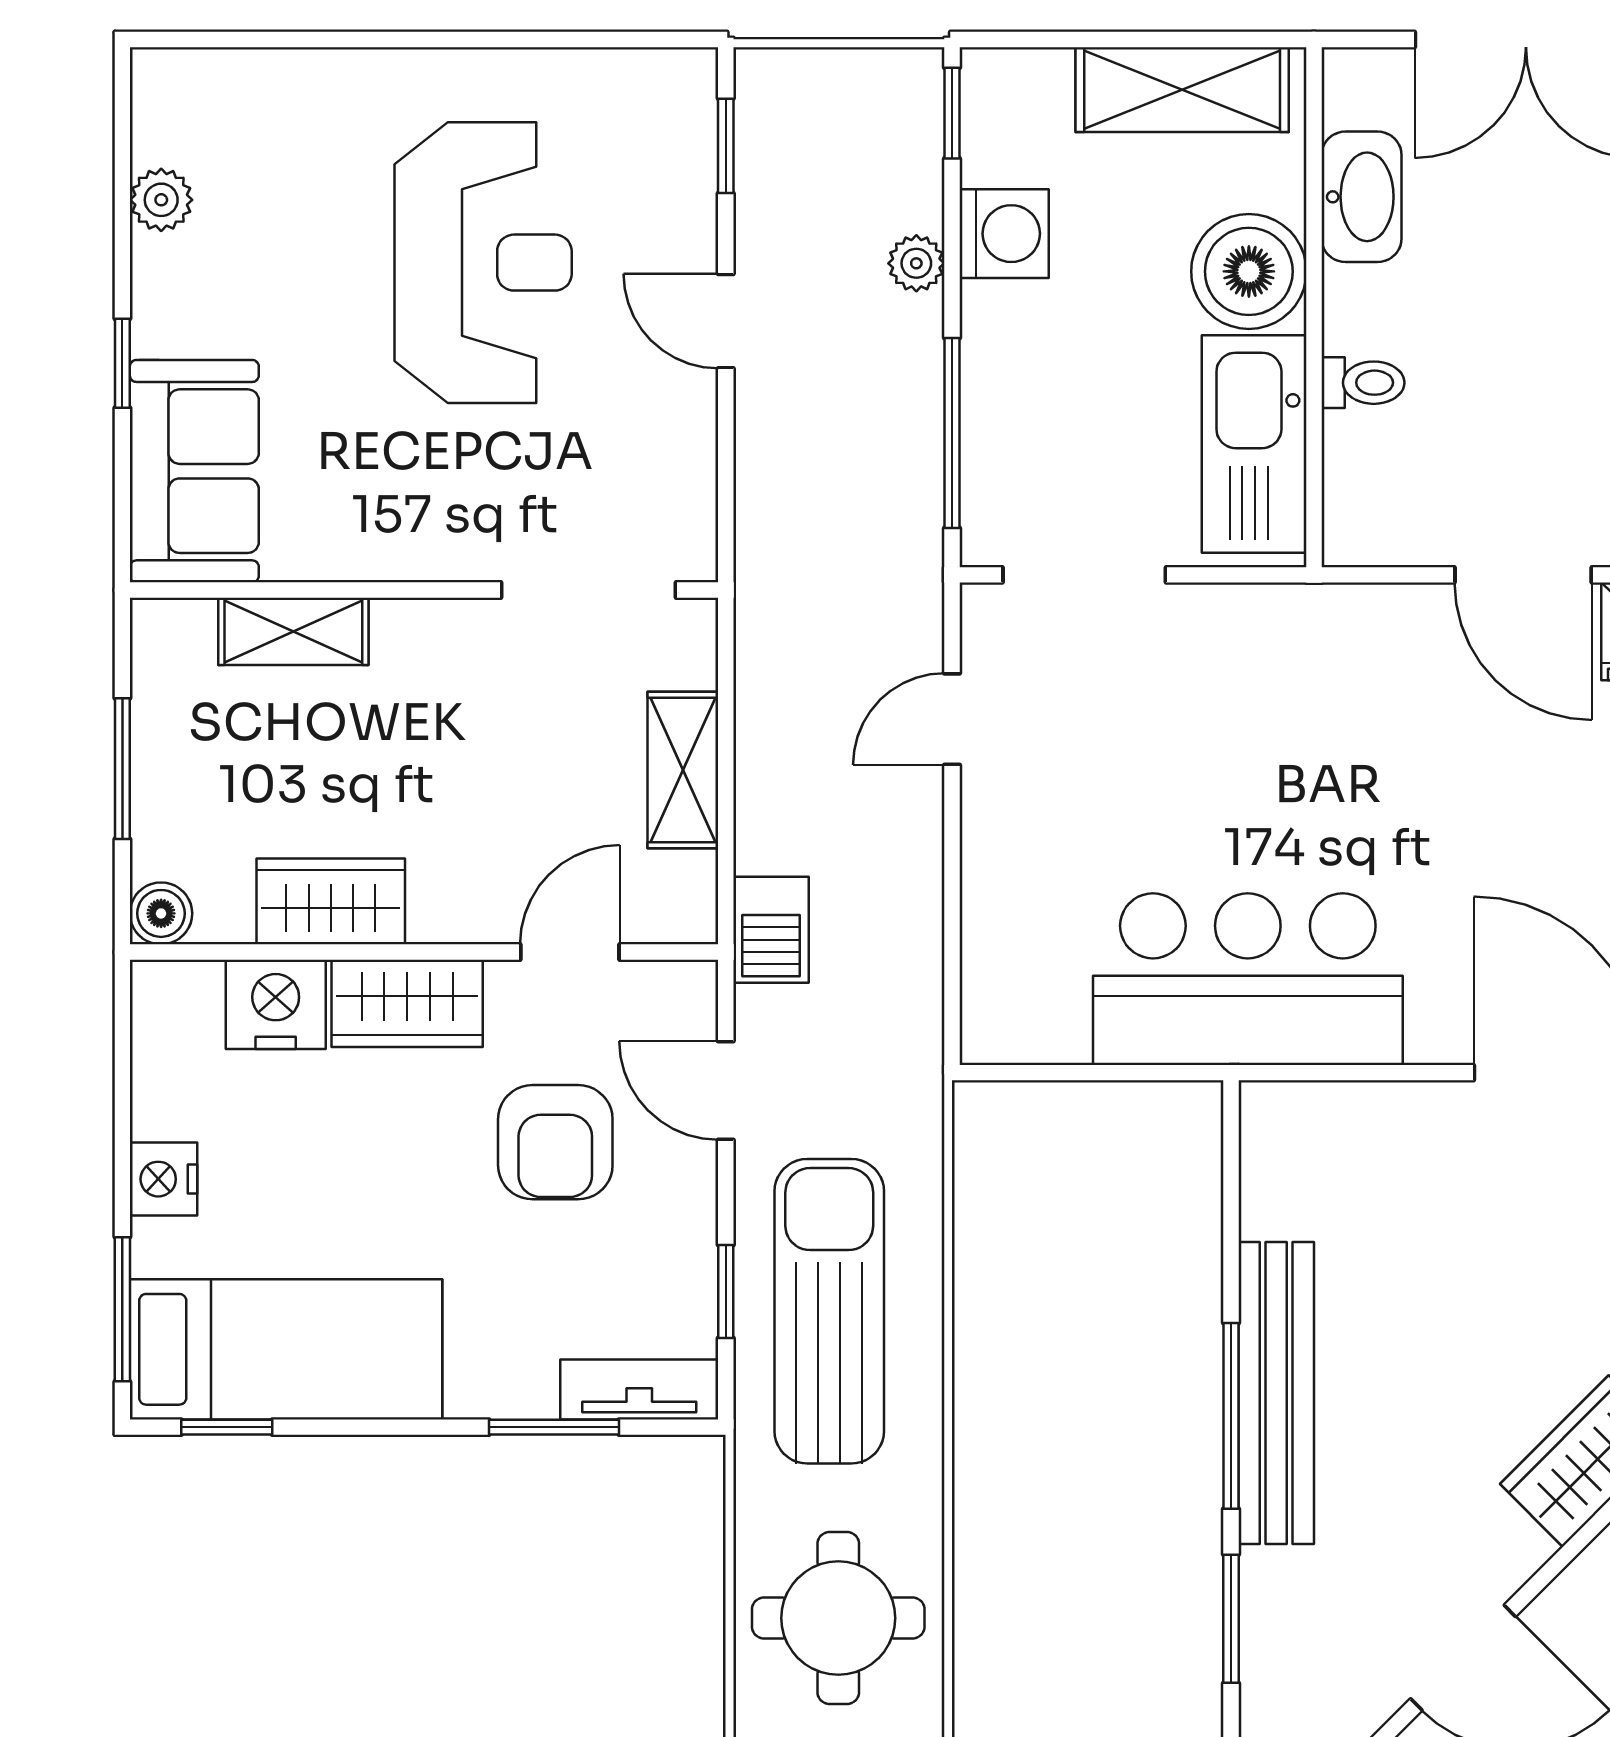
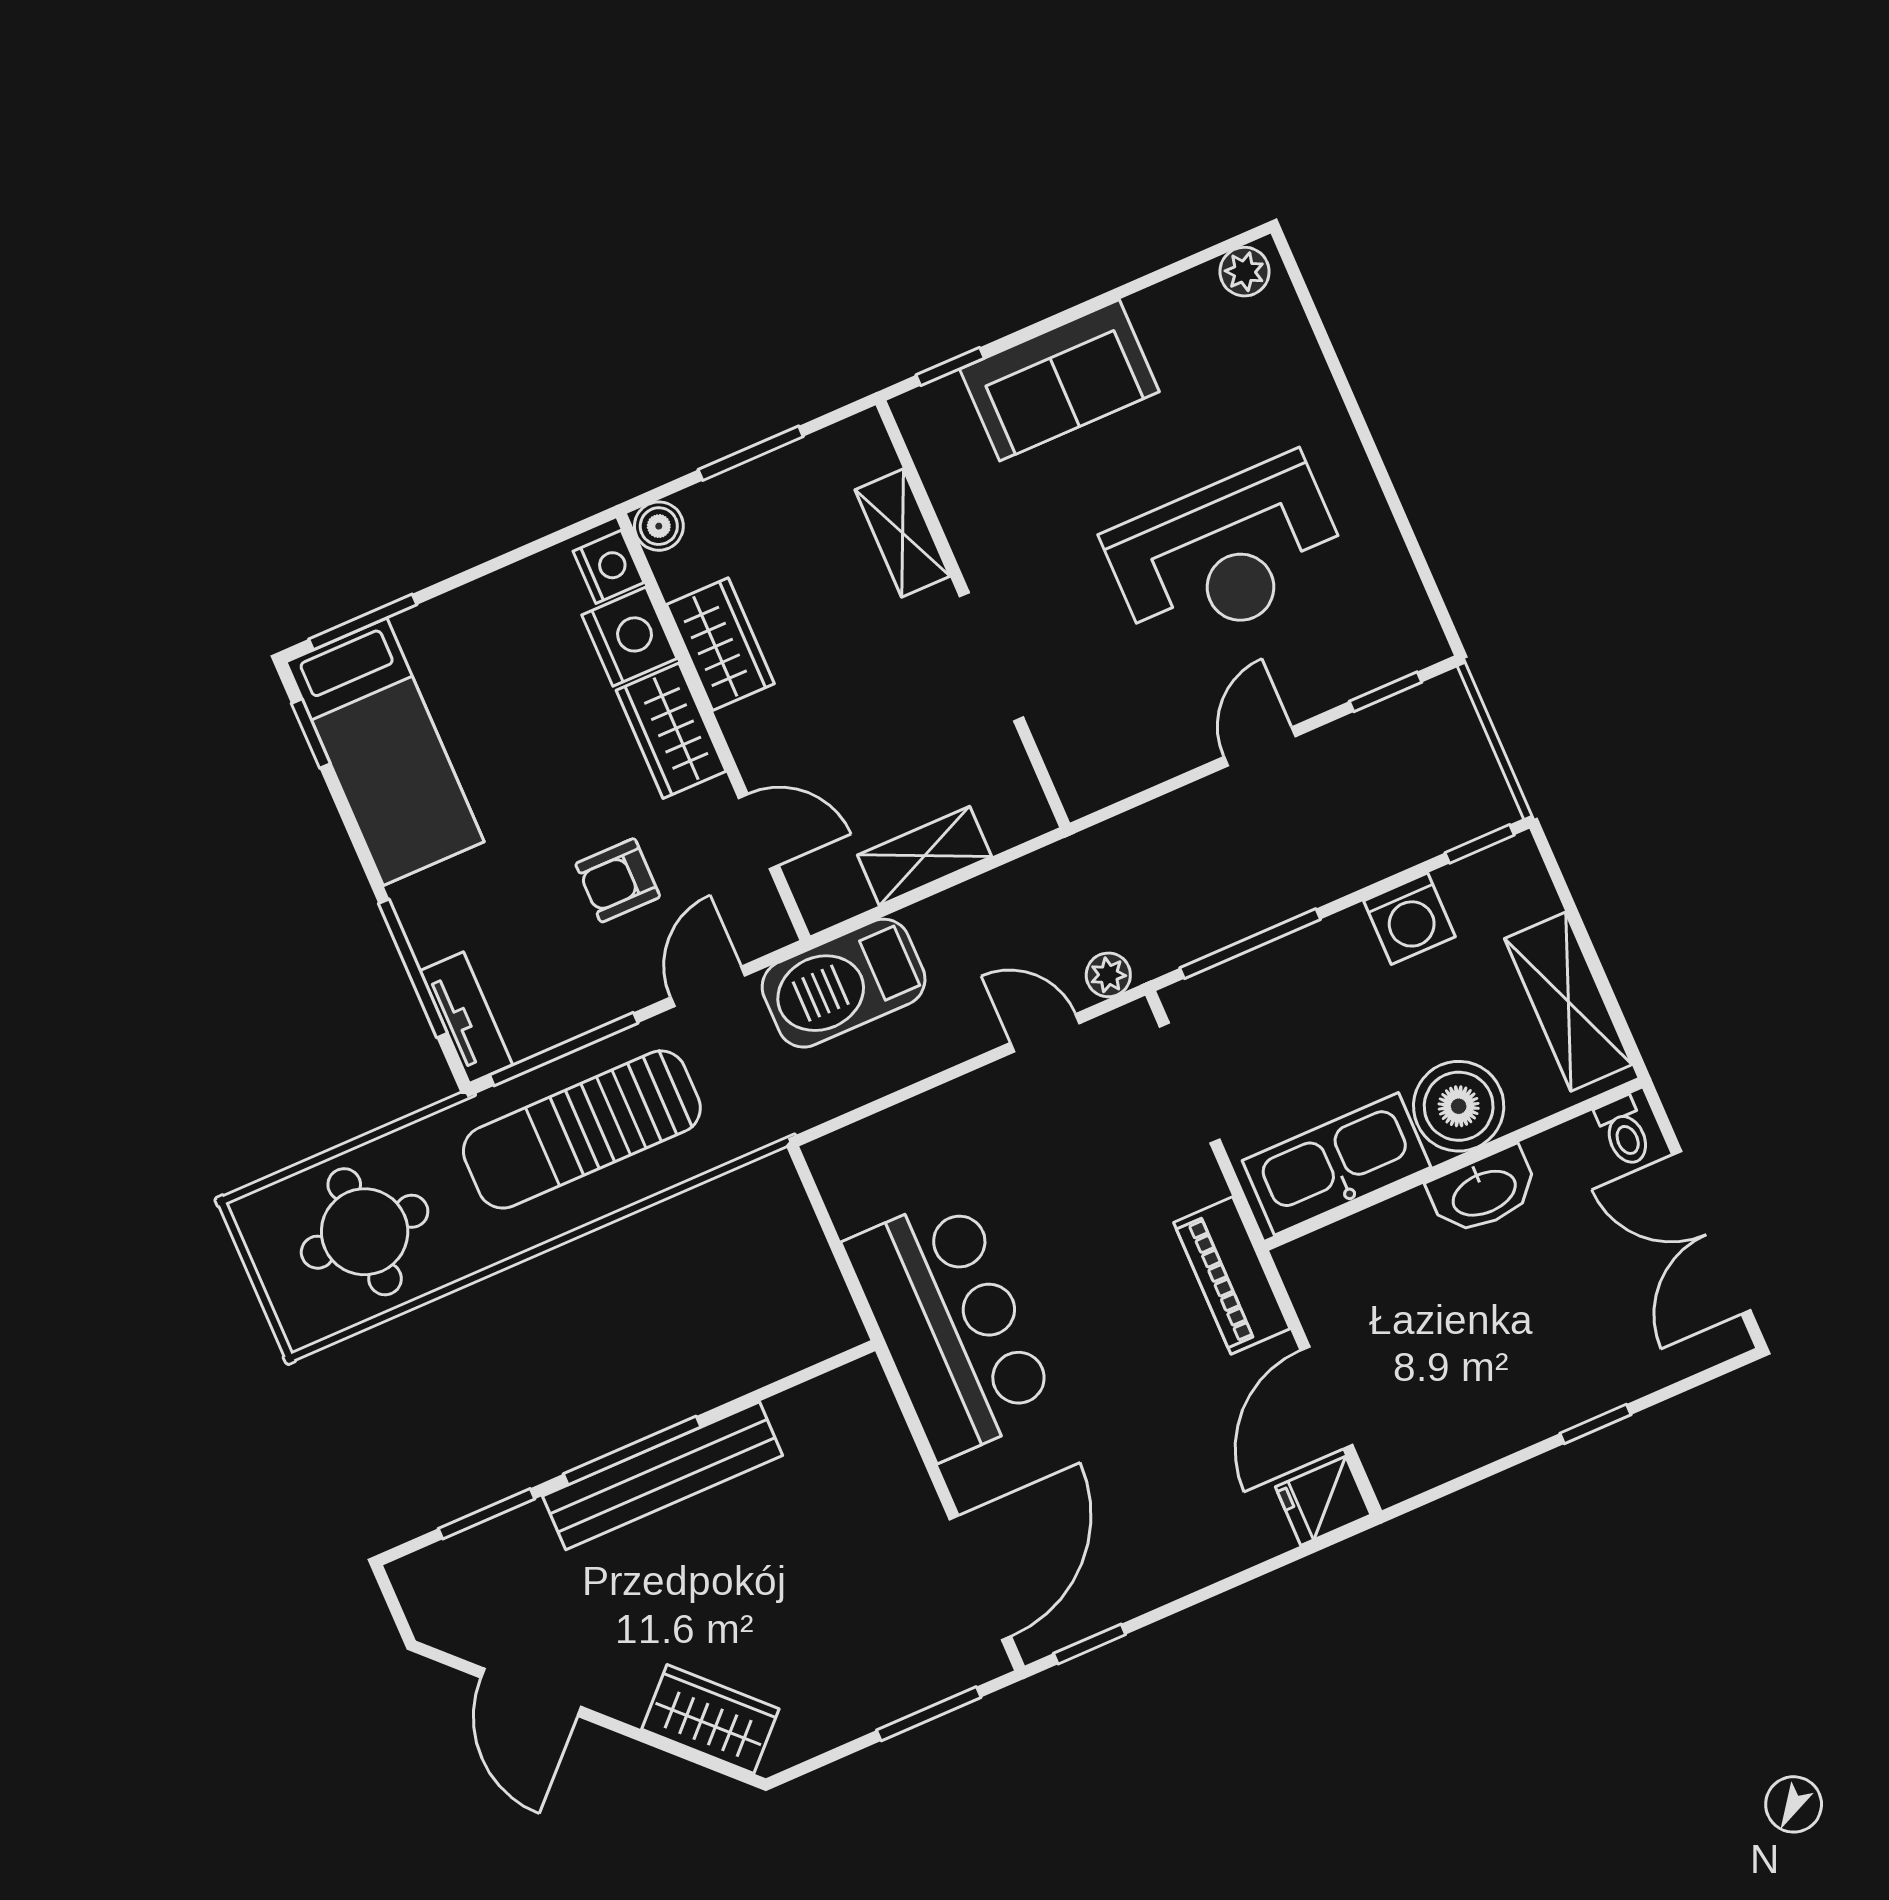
washbasin: (1361, 197) -> (1483, 1192), moved
plant: (161, 200) -> (1244, 272), moved
plant: (916, 263) -> (1108, 975), moved
window: (122, 363) -> (950, 367), moved
toilet: (1363, 383) -> (1624, 1132), moved
sofa: (194, 471) -> (1059, 380), moved
doorway: (589, 590) -> (991, 657), moved
piano: (1332, 624) -> (1232, 1276), added
barbecue: (771, 930) -> (844, 983), width x1.88, depth x1.53
armchair: (555, 1142) -> (618, 880), width x0.72, depth x0.72
nightstand: (164, 1179) -> (608, 567), moved, turned 90
window: (726, 1291) -> (564, 1049), width x2.17
sun lounger: (829, 1311) -> (582, 1130), turned 180
window: (554, 1427) -> (413, 968), width x1.44

